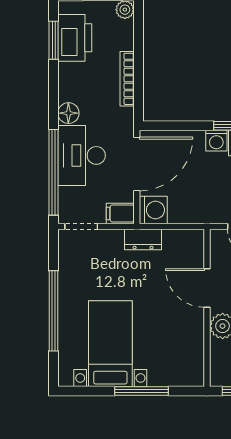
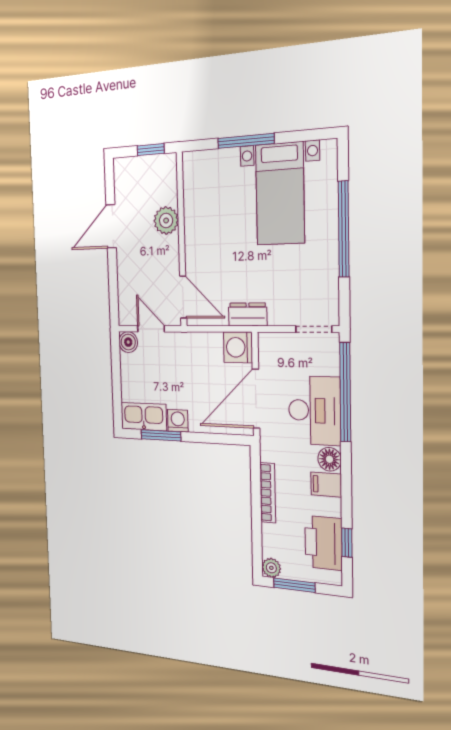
window: (54, 40) -> (347, 543), width x0.67
filing cabinet: (120, 214) -> (326, 485), moved, turned 180
door: (207, 288) -> (183, 297), moved

